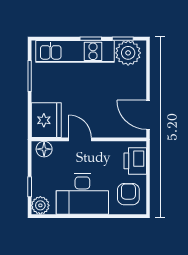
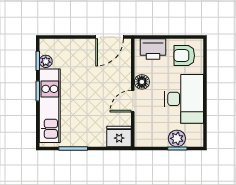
plant: (128, 53) -> (46, 61), width x0.53, depth x0.53
fridge: (46, 120) -> (119, 136), width x0.73, depth x0.75
floor lamp: (44, 149) -> (142, 82), moved
plant: (40, 205) -> (177, 138), moved

